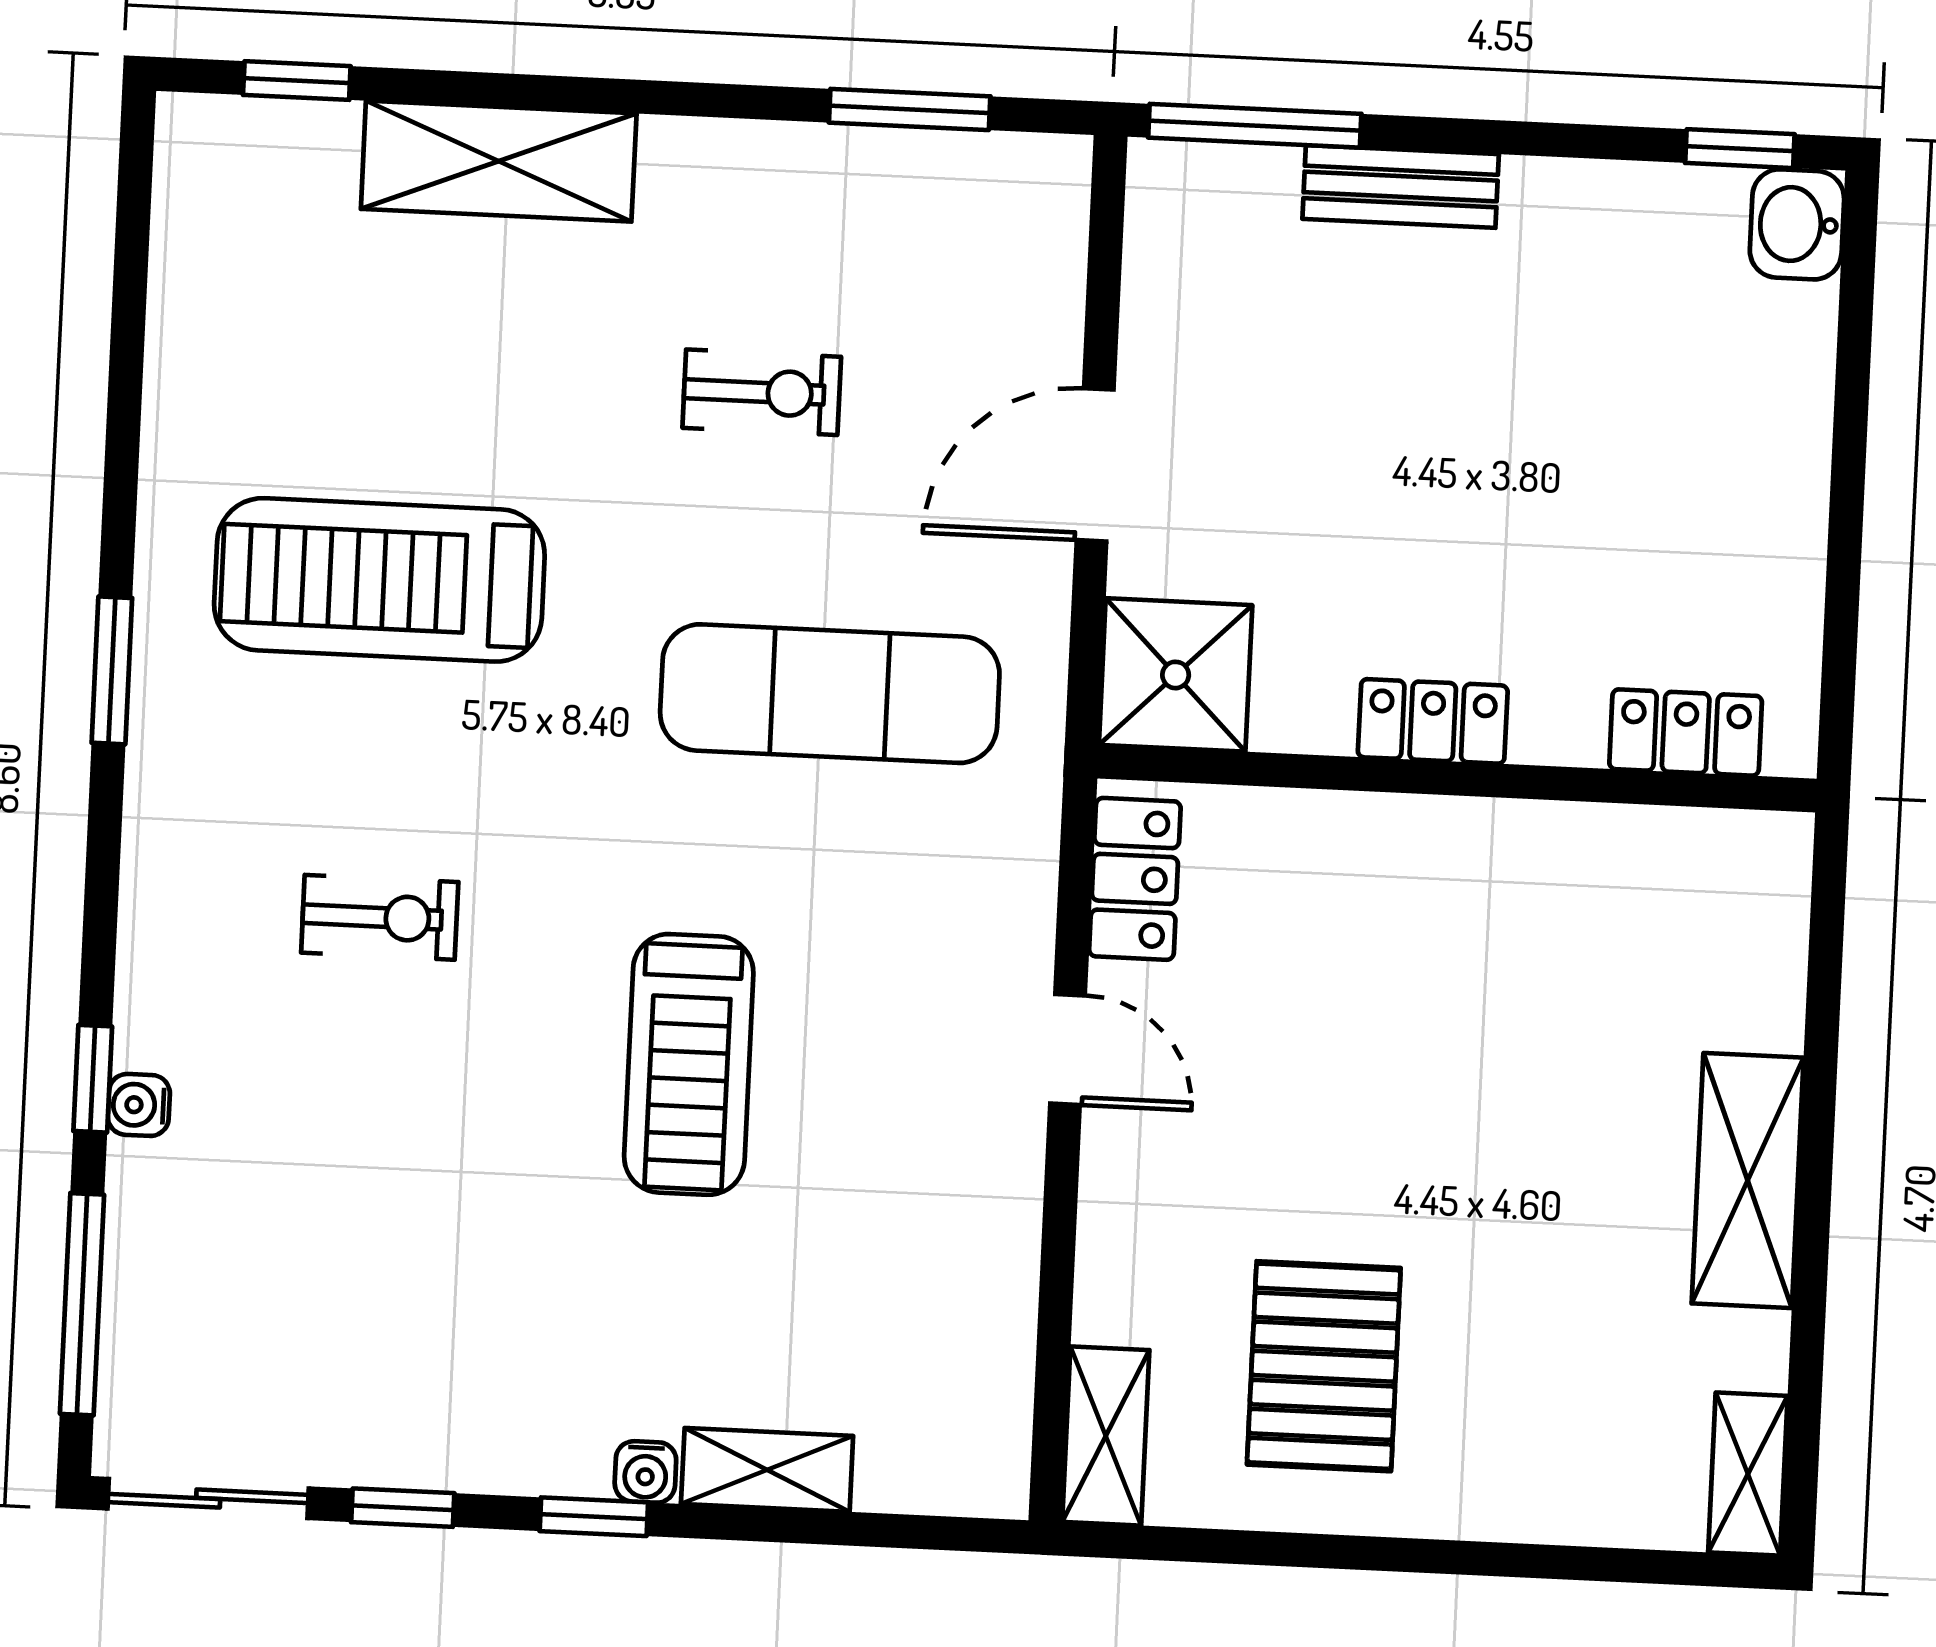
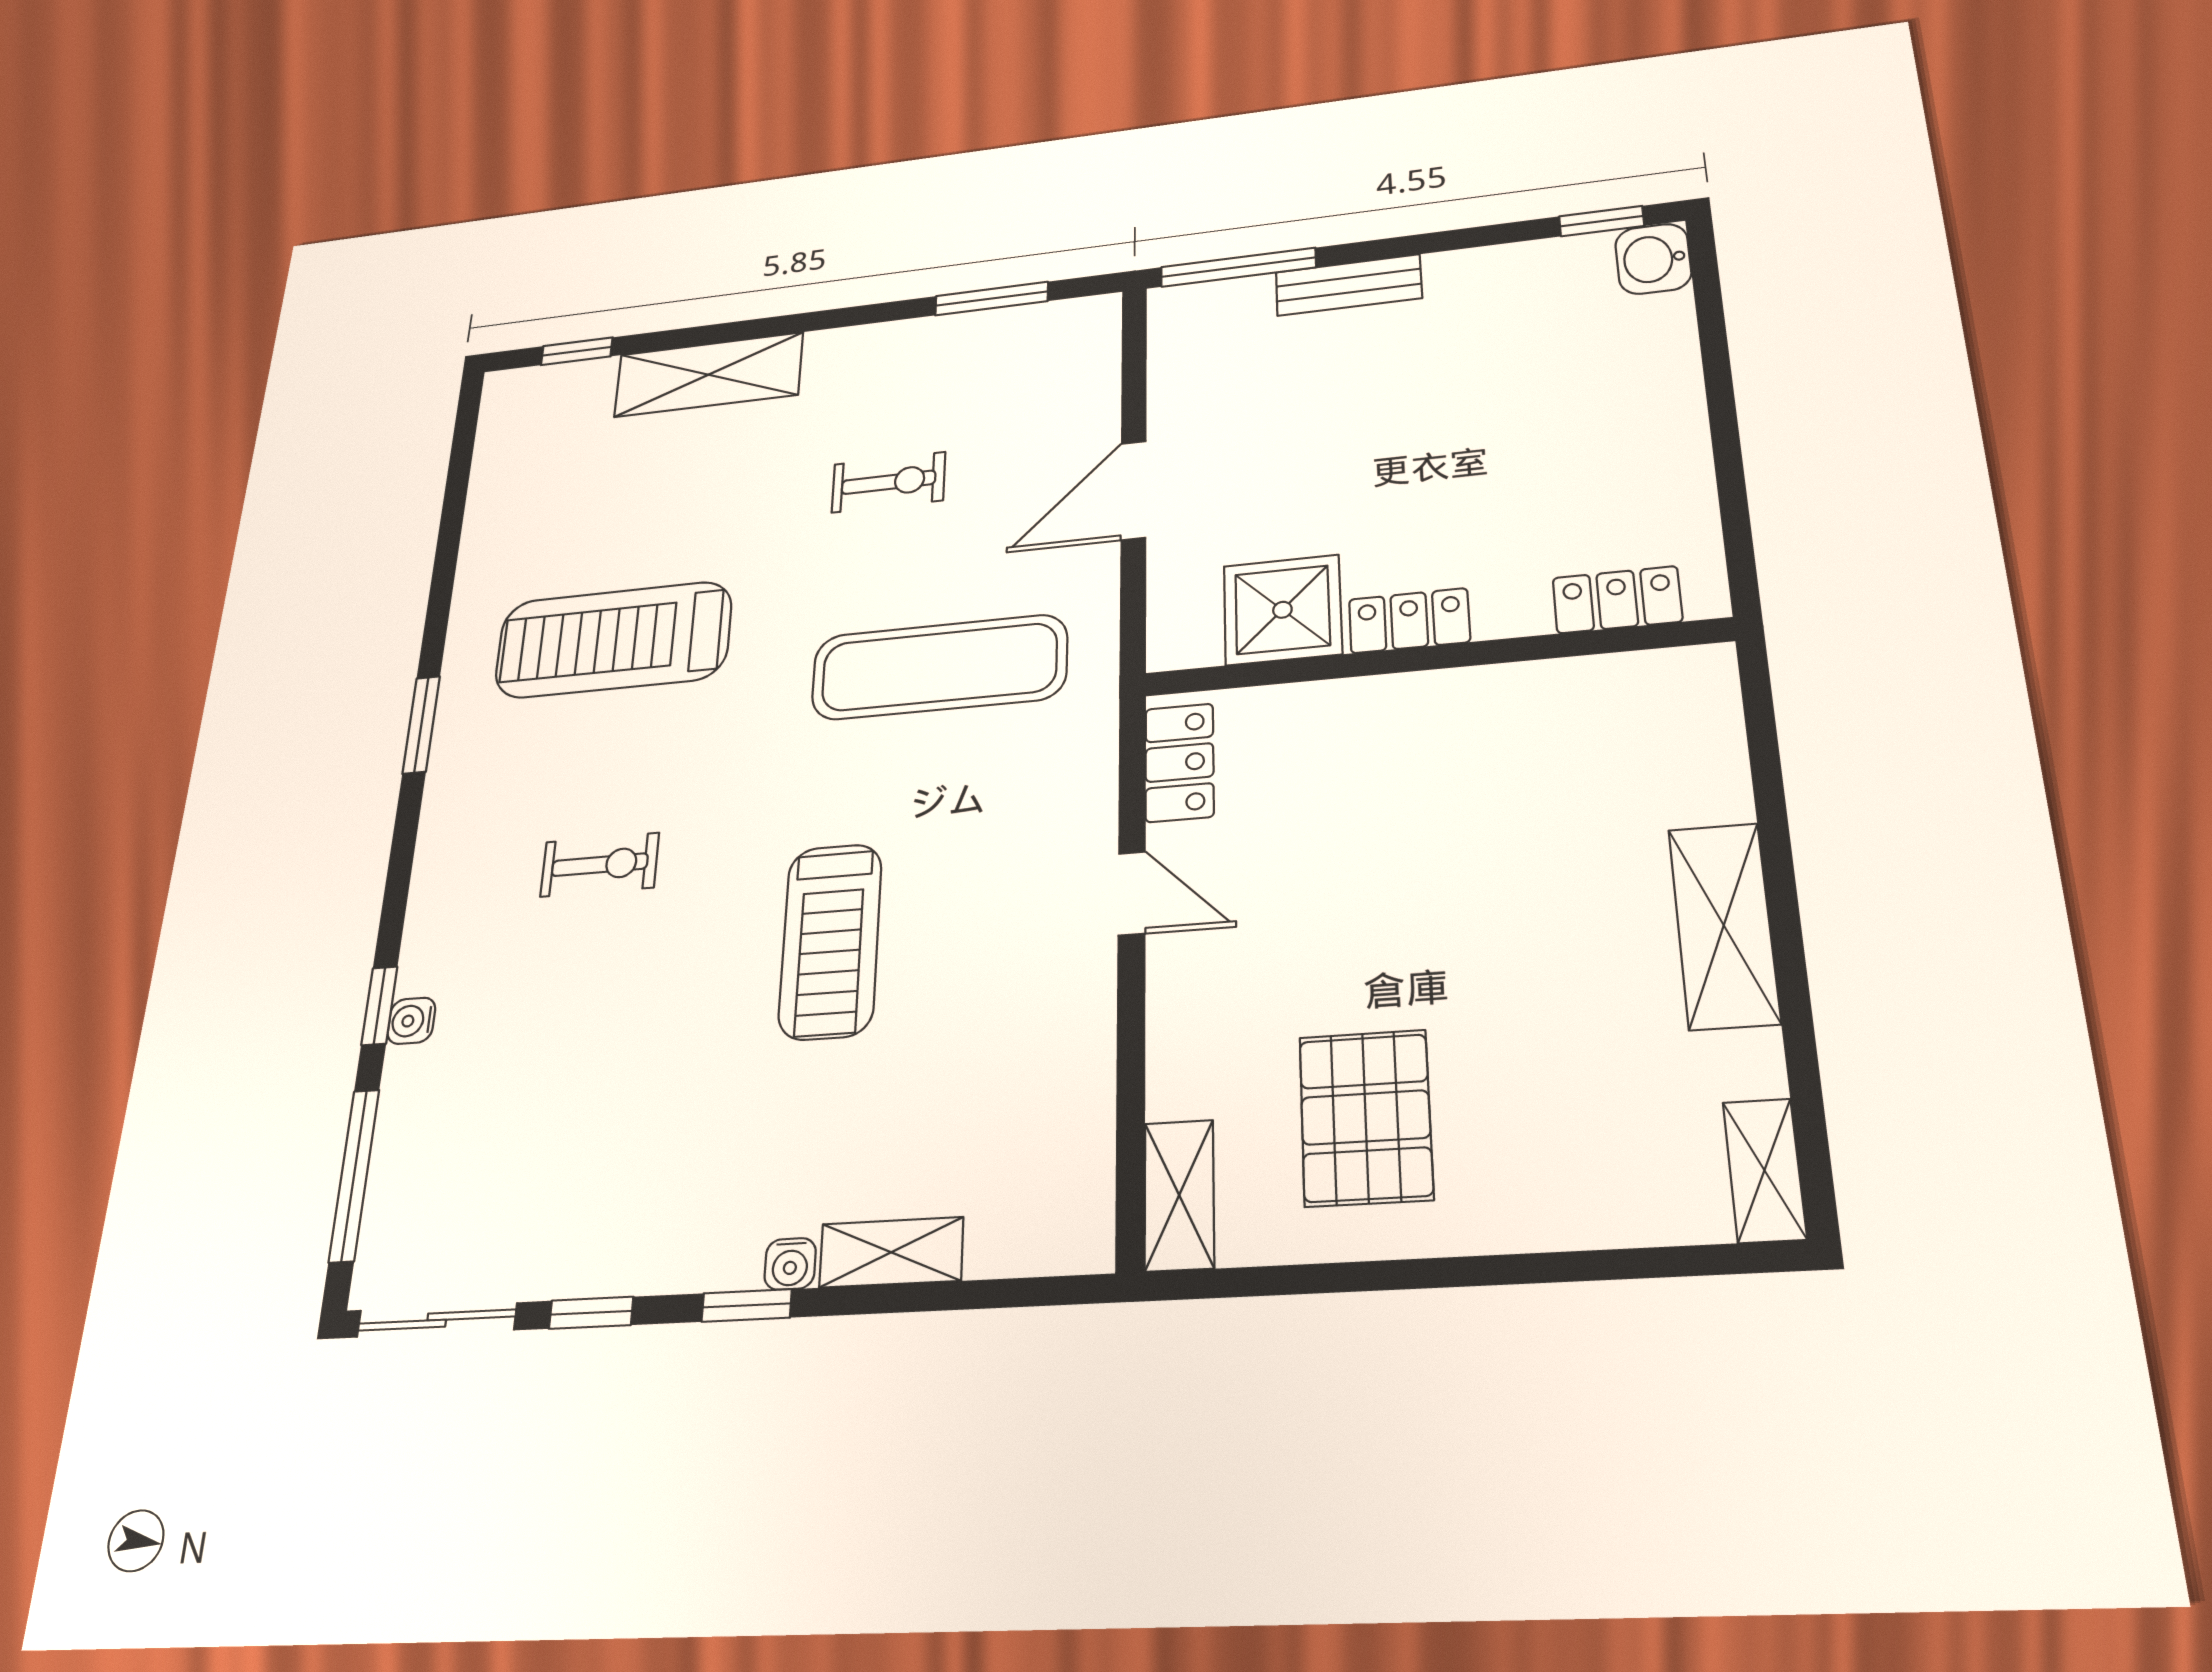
shower: (1176, 675) -> (1282, 610), moved

